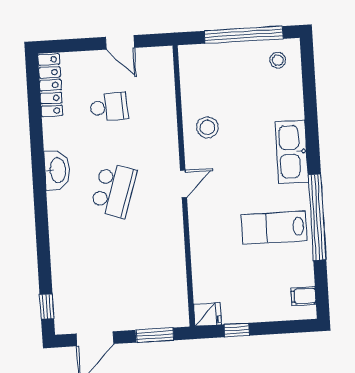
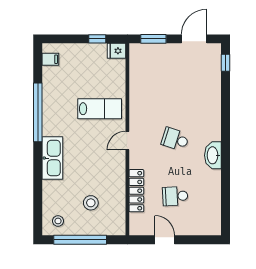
locker: (50, 85) -> (136, 191), moved, turned 180
stool: (207, 127) -> (91, 203), moved
school desk: (114, 190) -> (175, 139), width x0.54
lab bench: (274, 228) -> (100, 109), moved

